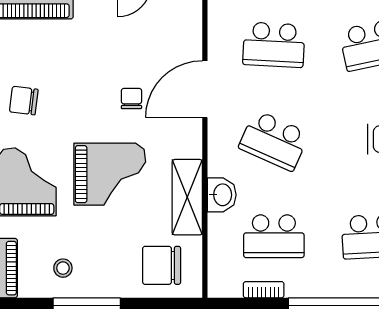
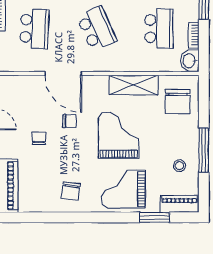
chair: (105, 51) -> (39, 138), added
chair: (131, 99) -> (69, 121), turned 180
school desk: (274, 140) -> (97, 29), turned -48
washbasin: (222, 195) -> (190, 61), moved, turned -90

